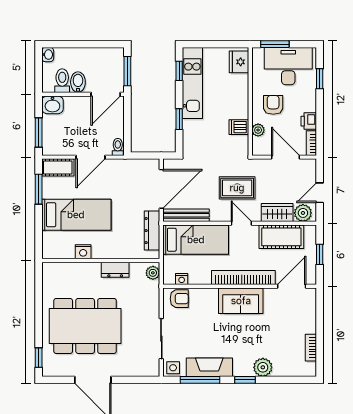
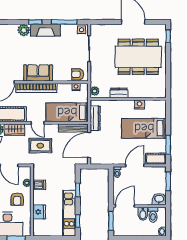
fridge: (239, 62) -> (39, 212), moved
fireplace: (209, 367) -> (46, 30), moved

